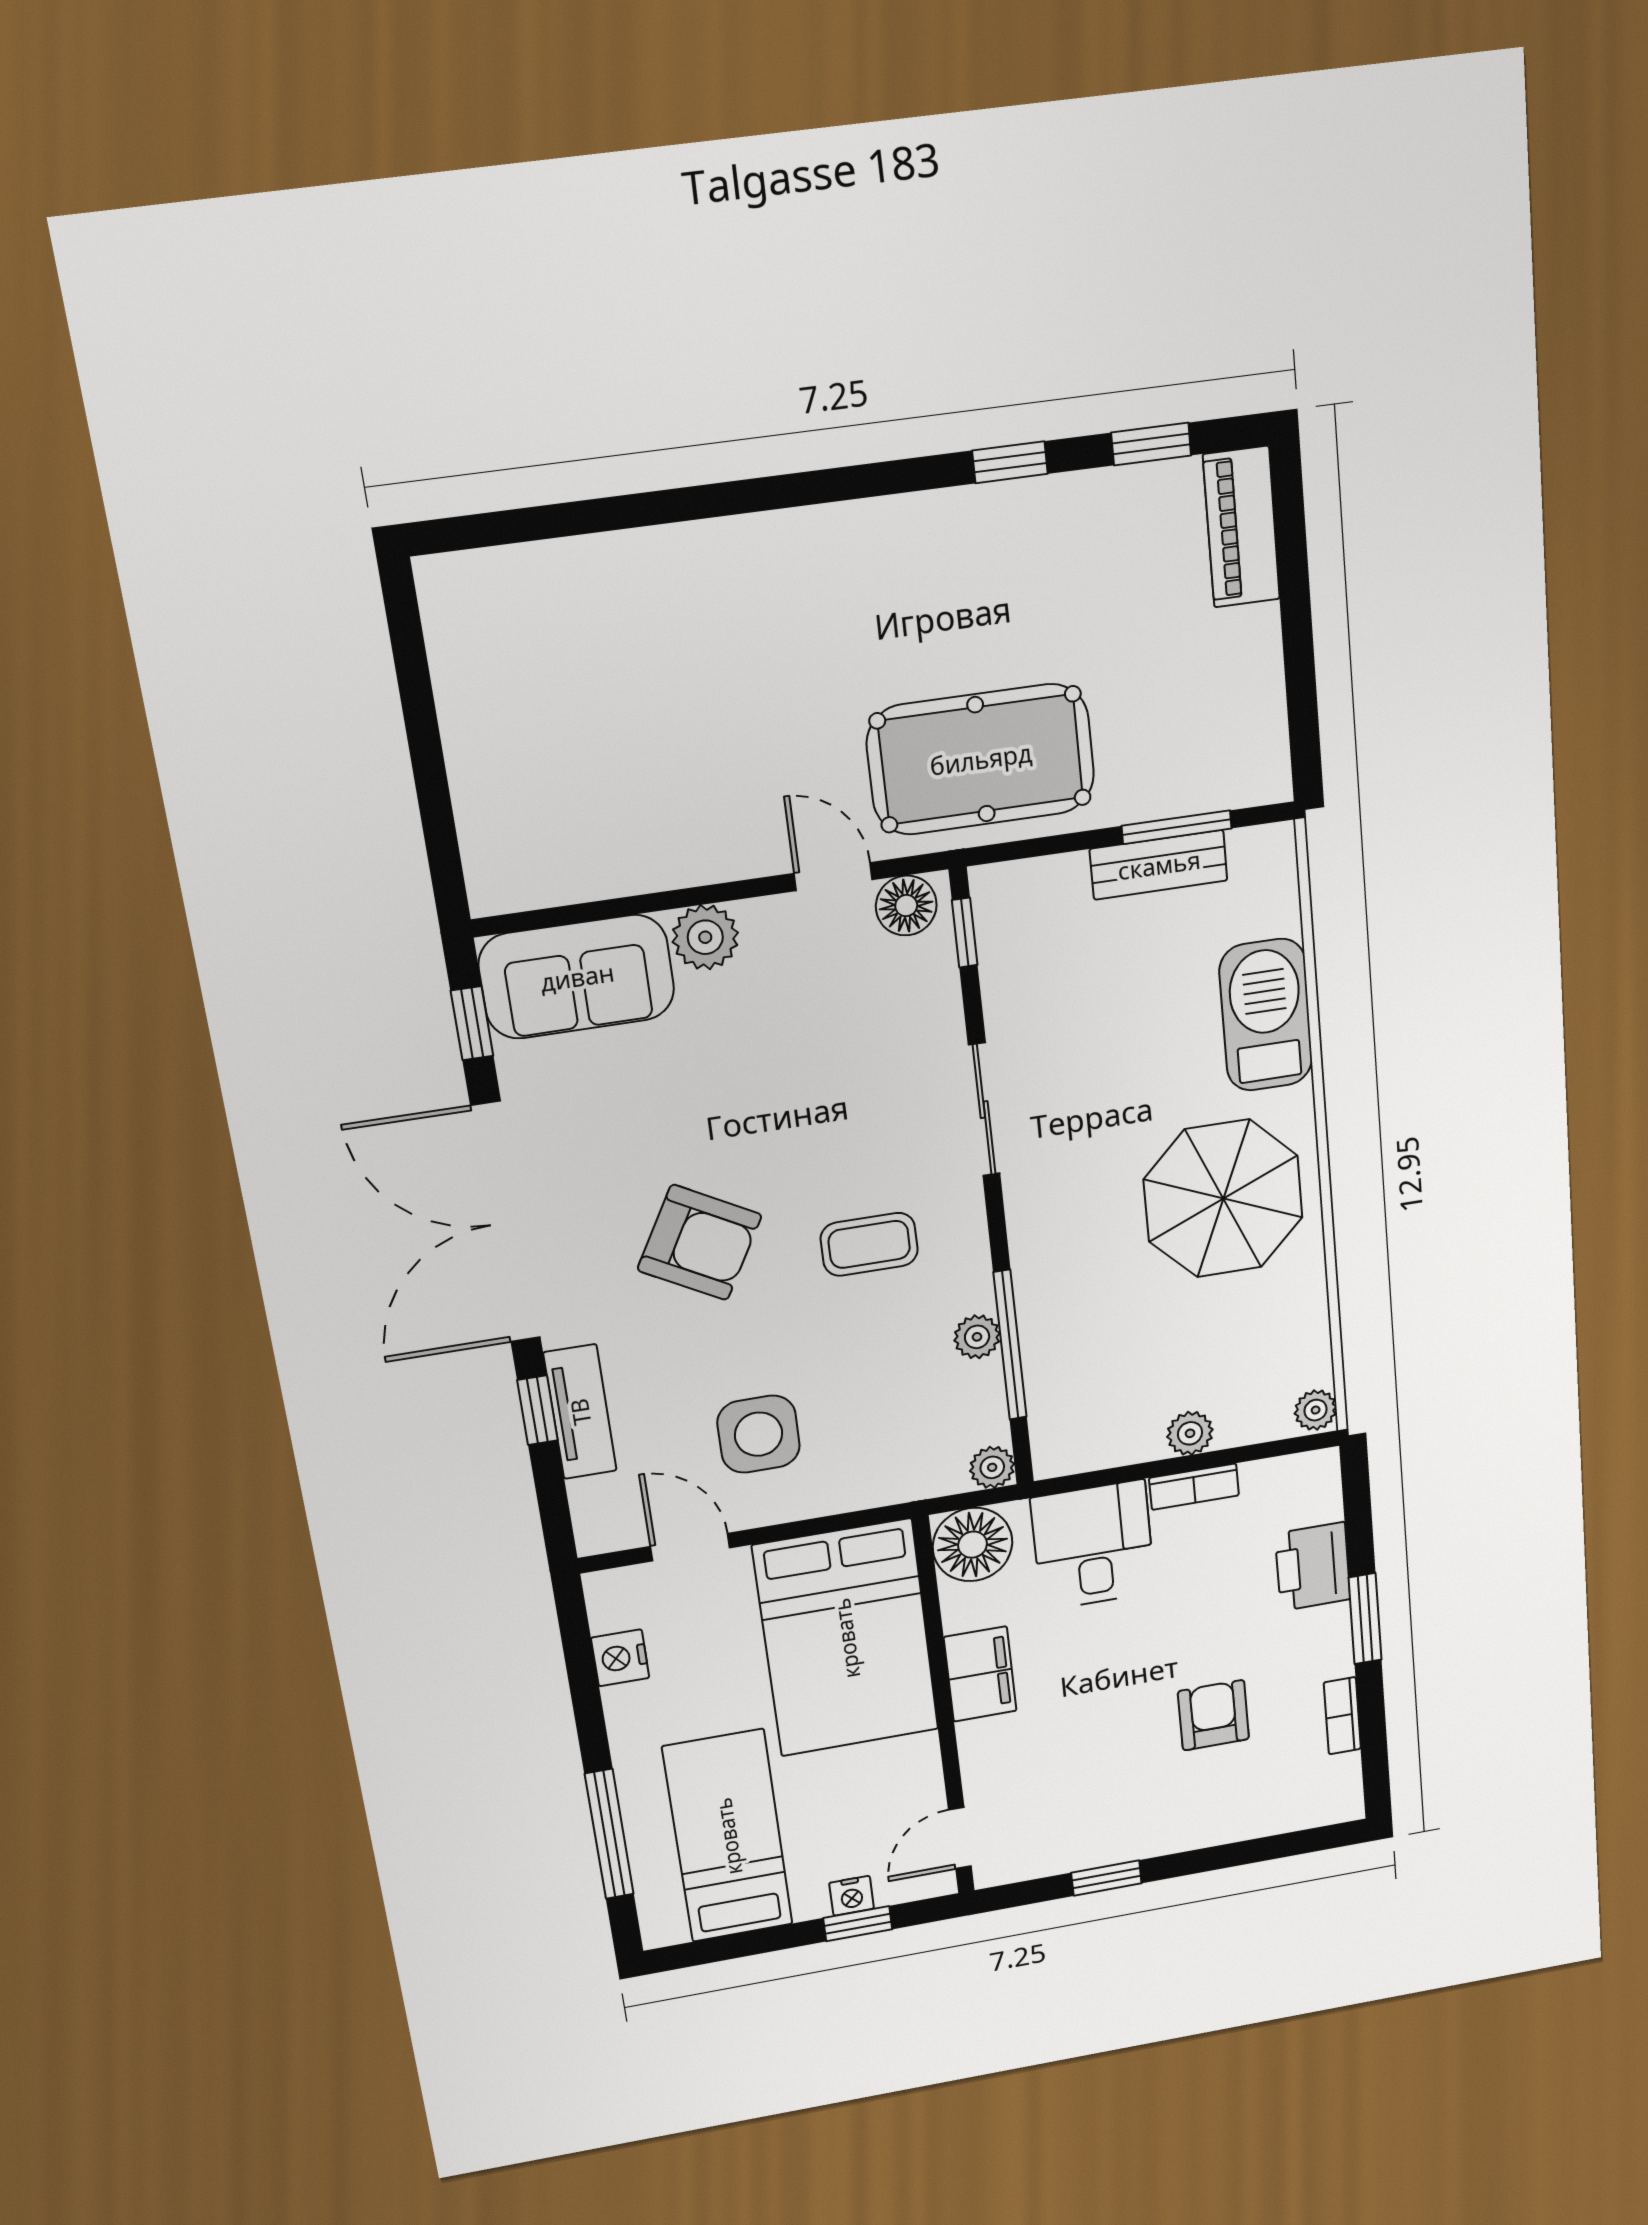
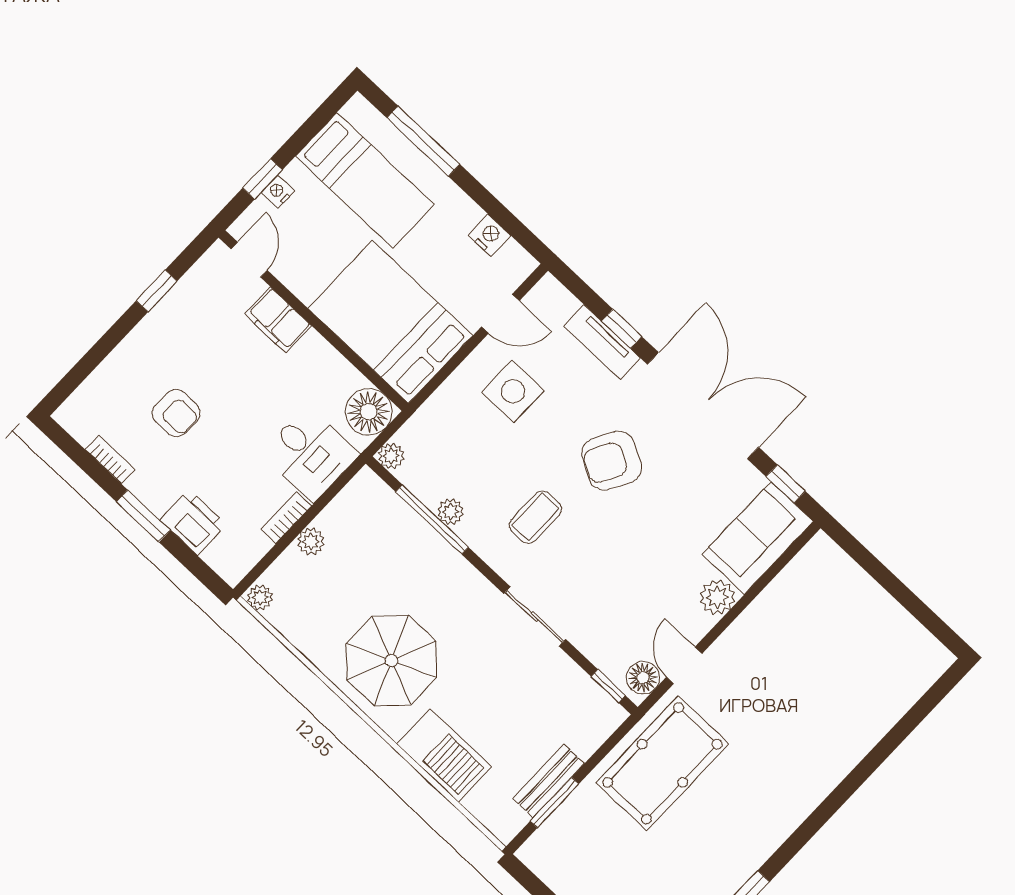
door: (833, 877) -> (684, 665), swing flipped
filing cabinet: (980, 1674) -> (278, 320), moved

